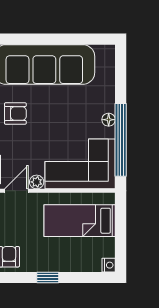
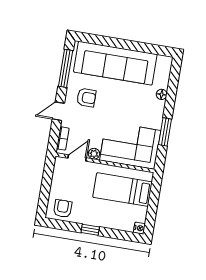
floor lamp: (109, 120) -> (162, 94), moved
window: (121, 140) -> (165, 132), width x0.47

